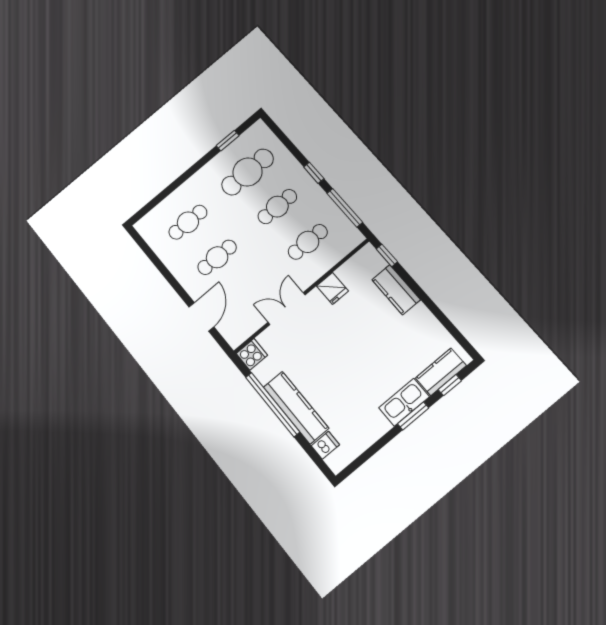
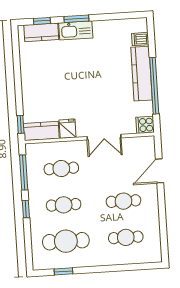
kitchen counter: (396, 290) -> (41, 131), moved, turned -90

